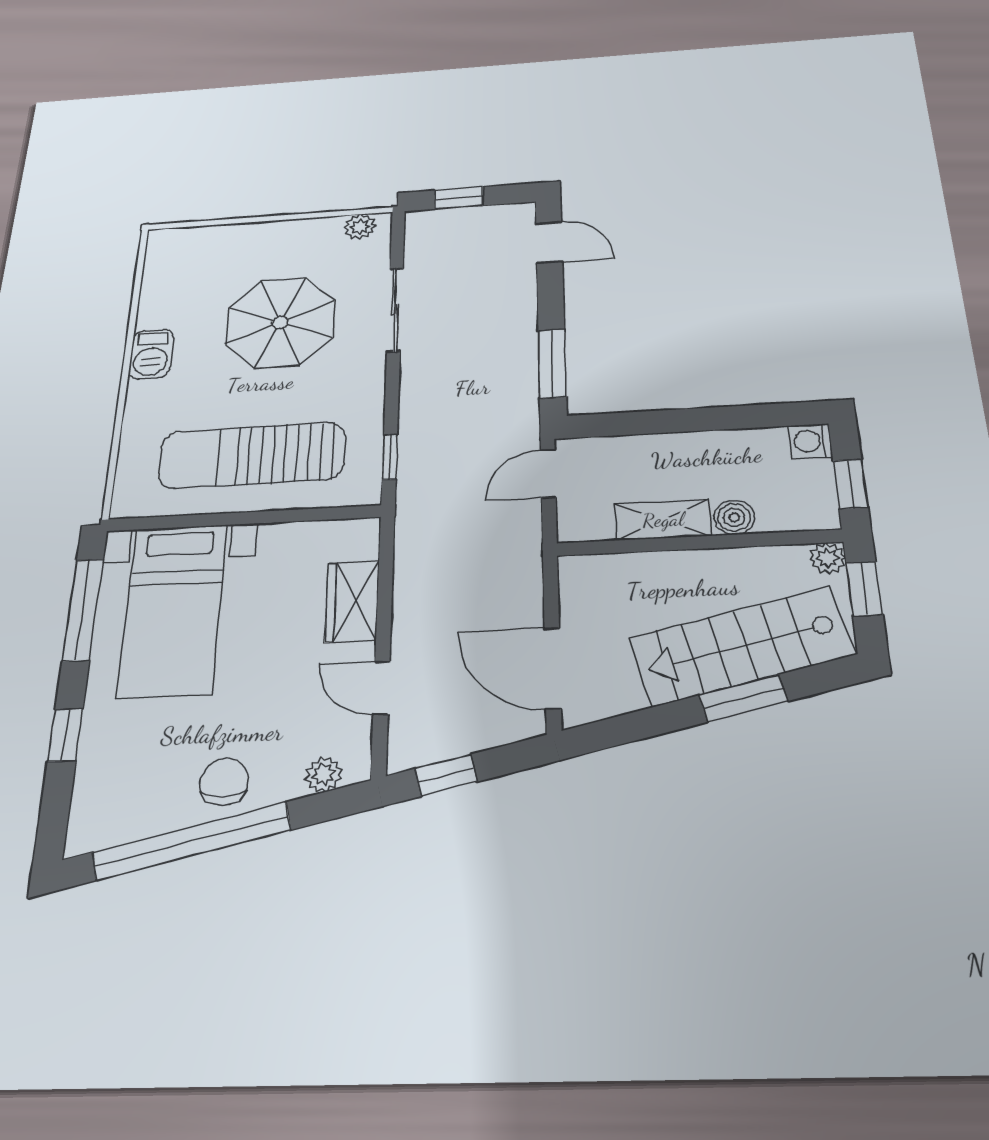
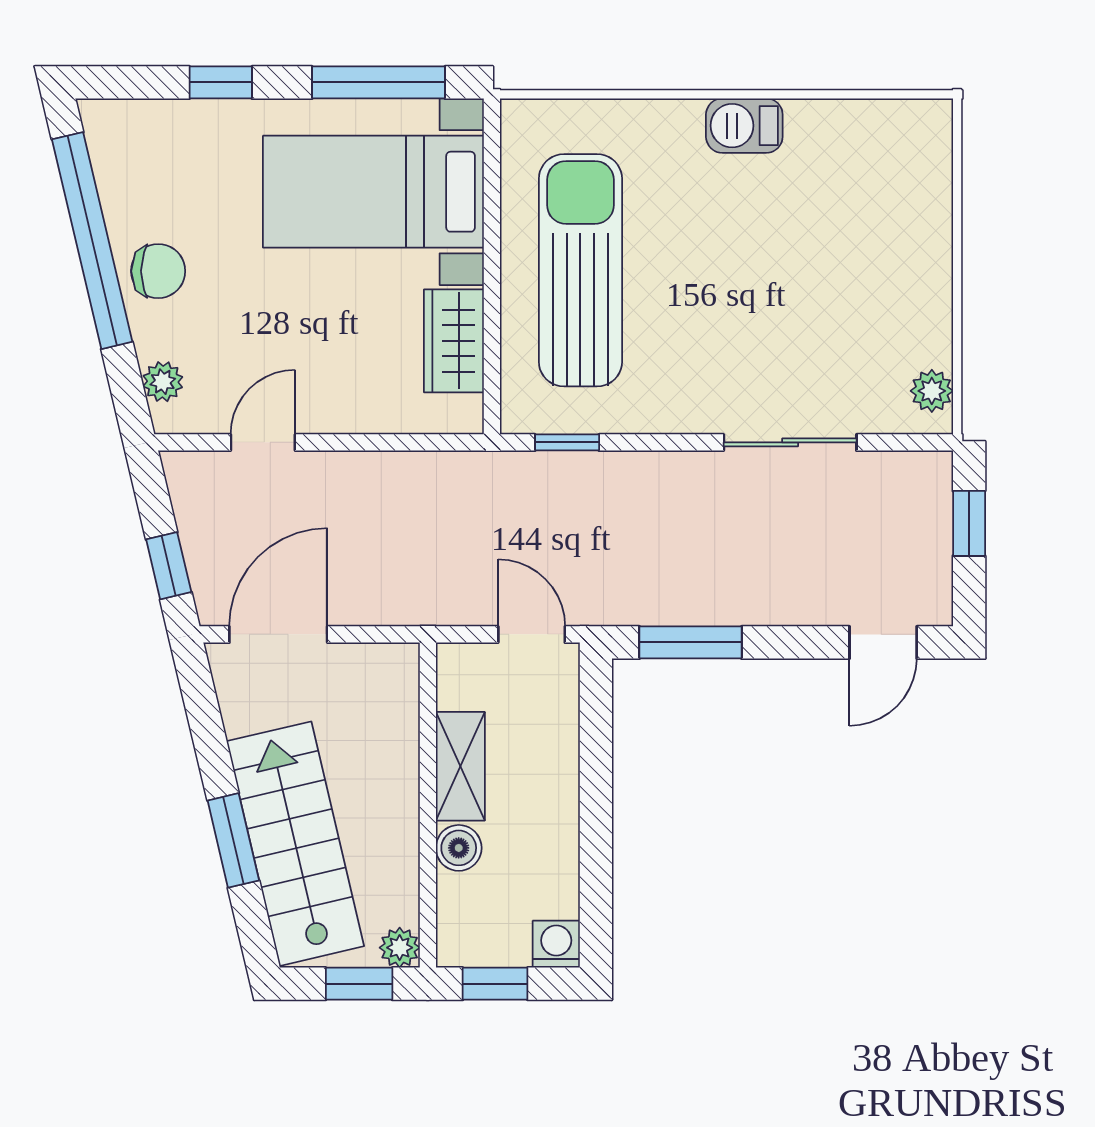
parasol: (280, 323) -> (781, 293), removed
wardrobe: (352, 601) -> (454, 341), moved, turned -90
window: (446, 775) -> (169, 566), moved

